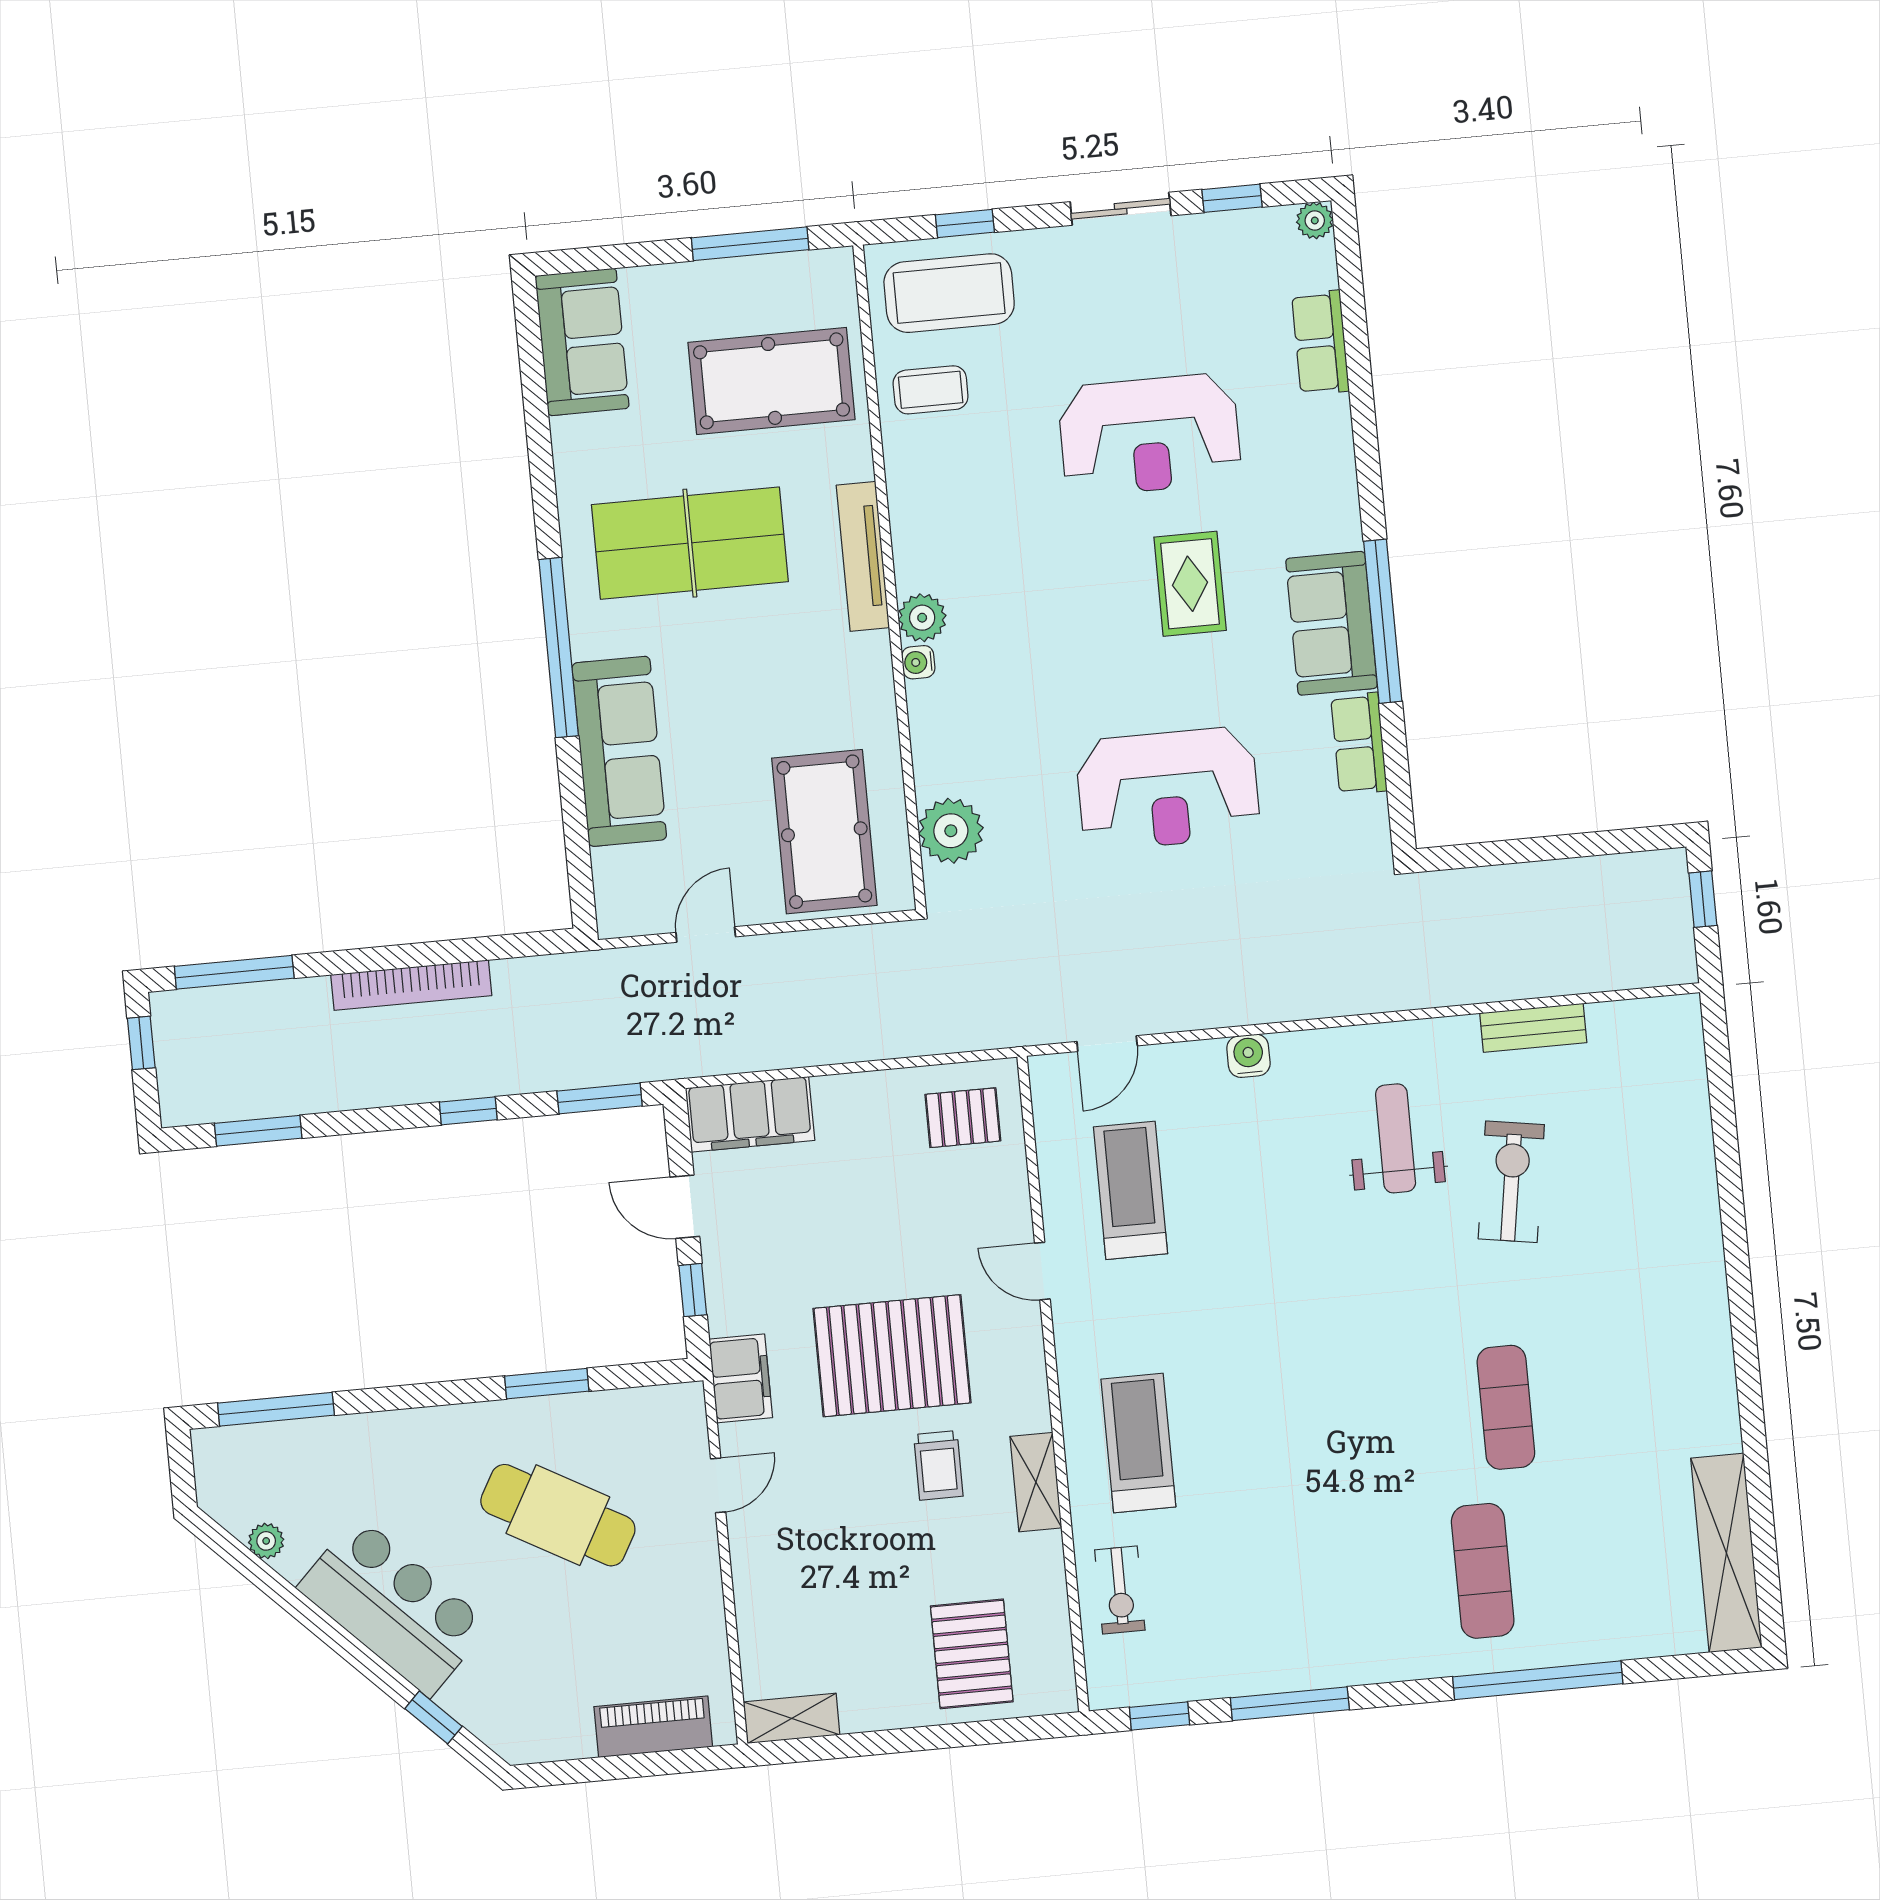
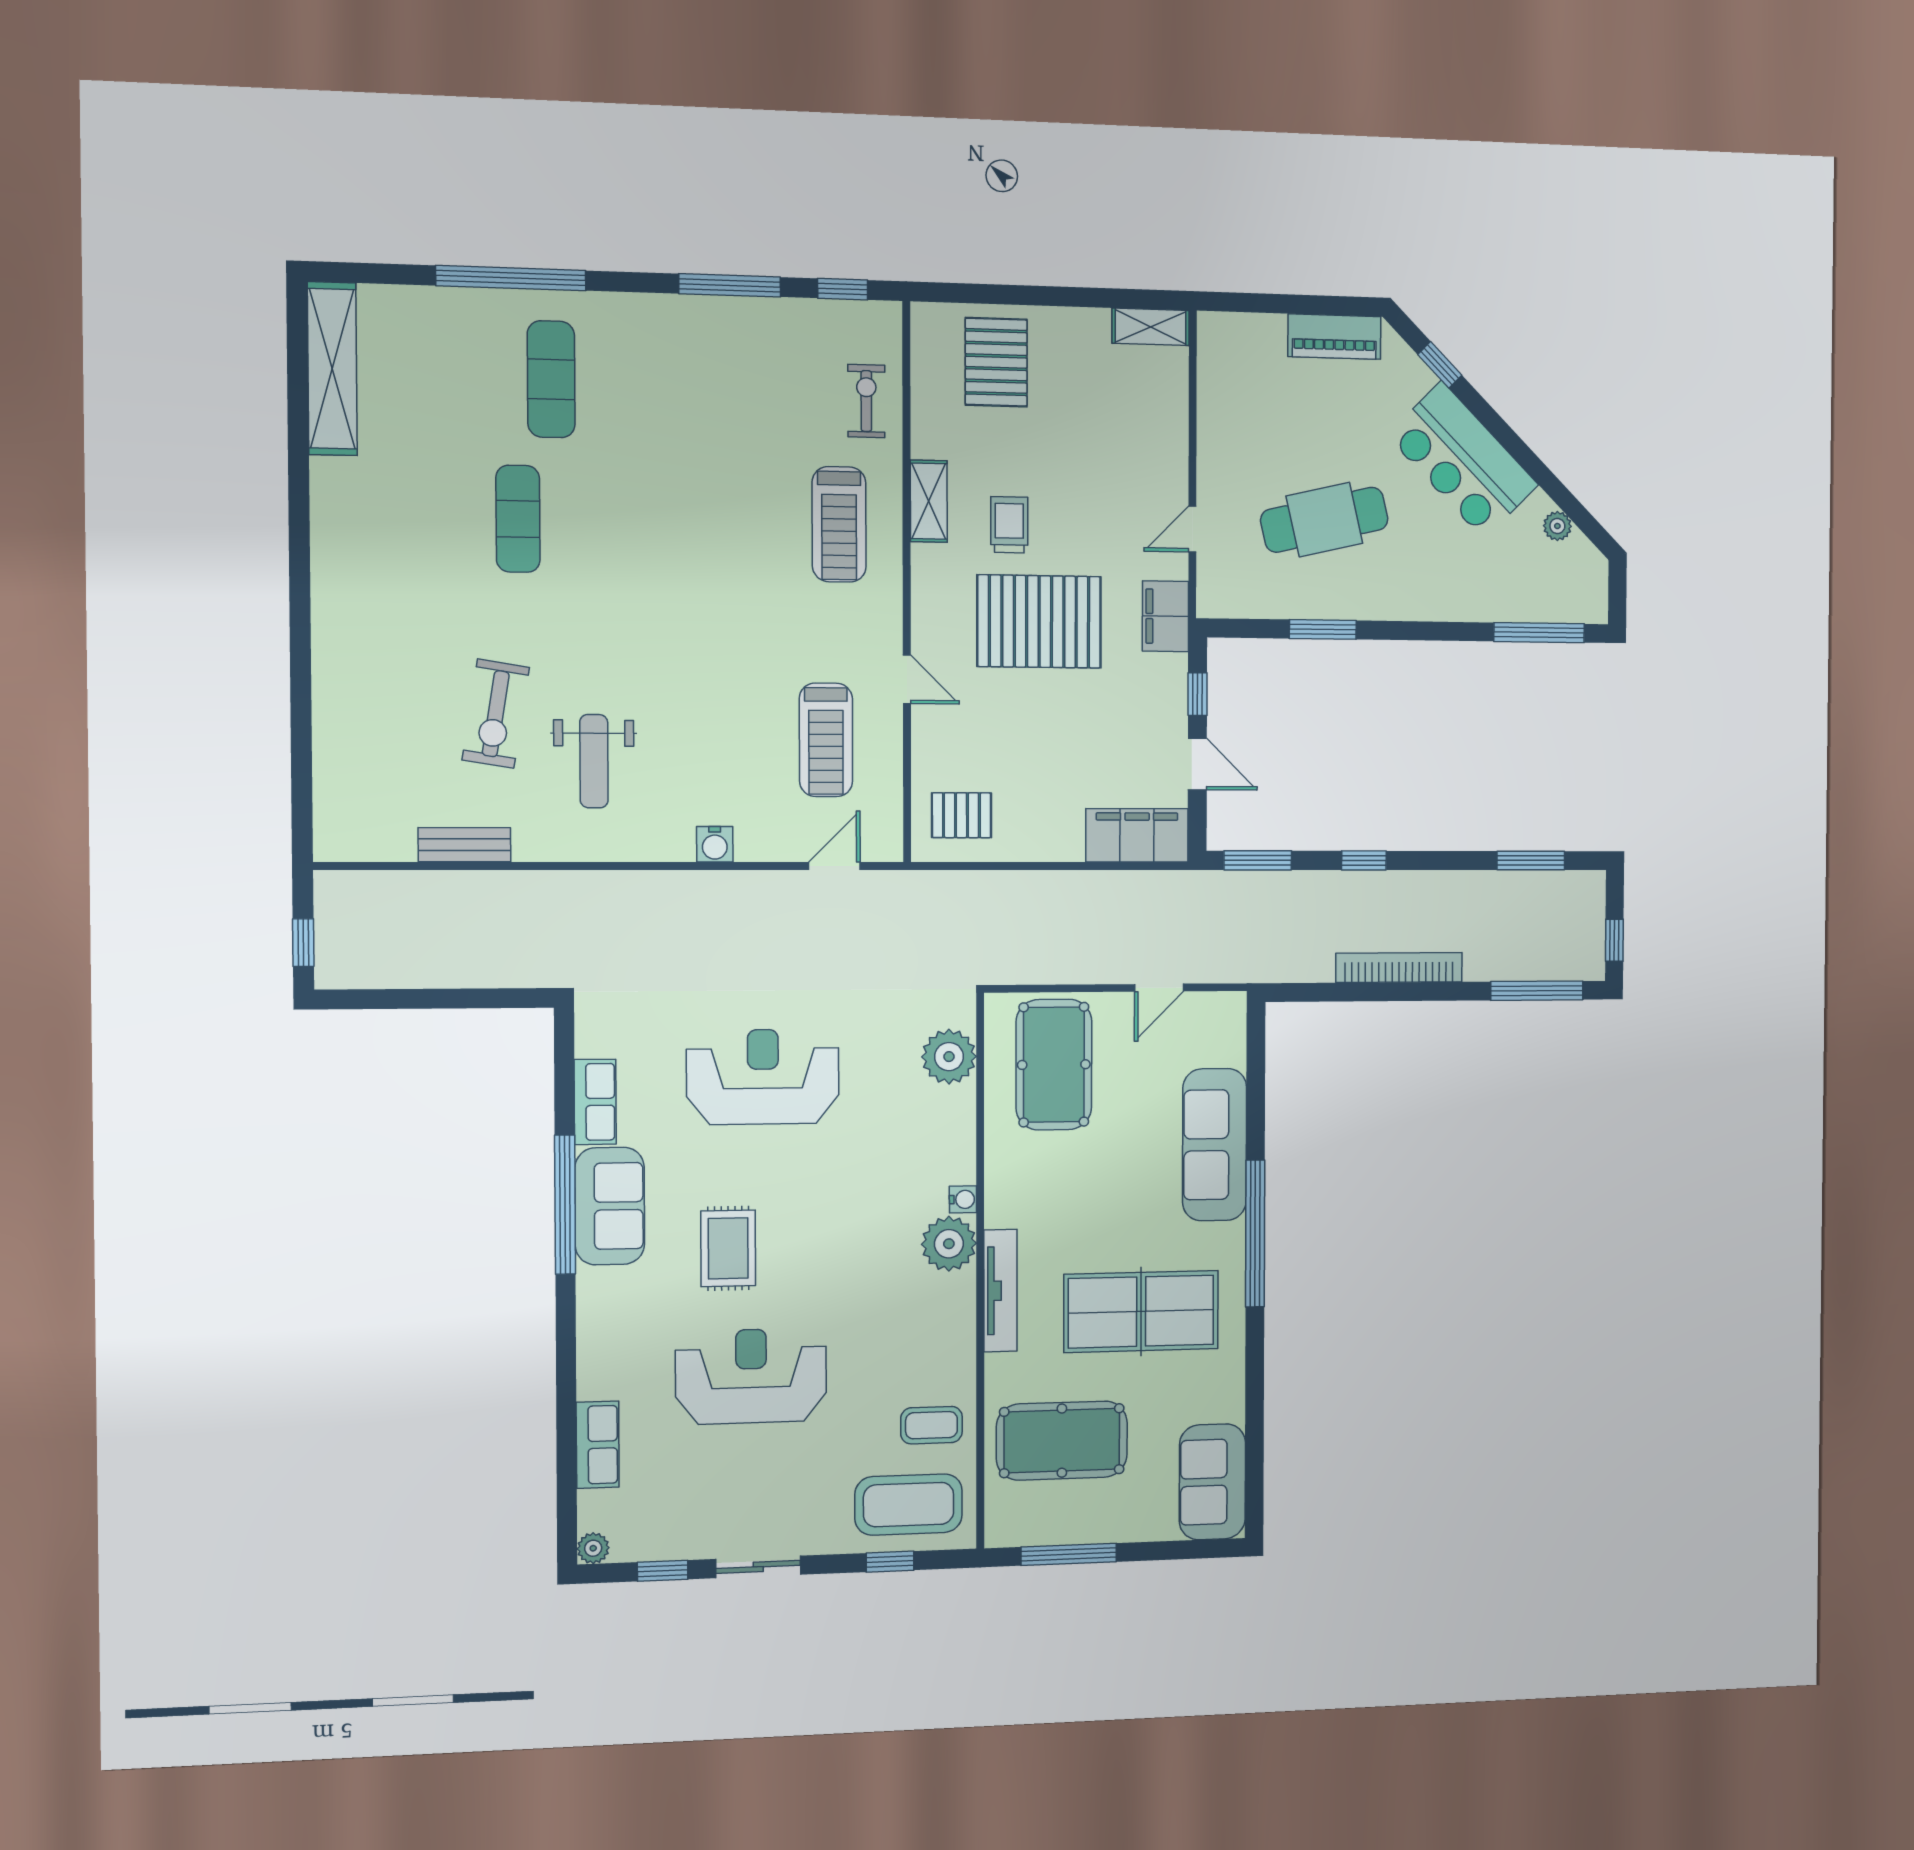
plant: (922, 618) -> (949, 1244), width x1.36, depth x1.36
cafe table: (558, 1515) -> (1324, 520), turned -42
piano: (653, 1727) -> (1334, 337), moved

